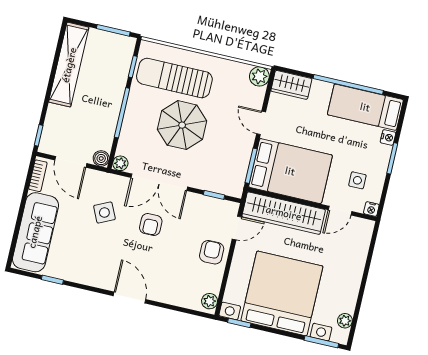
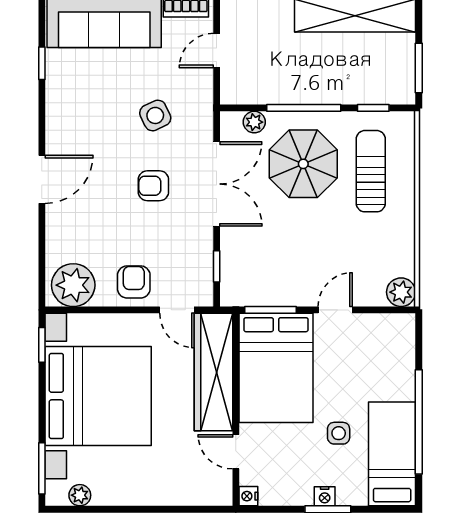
sun lounger: (174, 78) -> (371, 171), width x0.73, depth x0.75
wardrobe: (291, 85) -> (400, 341), removed
parasol: (182, 125) -> (303, 164), moved
nightstand: (388, 137) -> (325, 496), moved
boiler: (101, 158) -> (232, 93), removed
door: (71, 162) -> (217, 51), width x0.73
plant: (120, 163) -> (254, 122), moved
side table: (357, 180) -> (339, 433), moved
double door: (159, 182) -> (217, 184), swing flipped
armchair: (212, 252) -> (134, 282), turned -90
plant: (210, 301) -> (73, 285), width x1.87, depth x1.87

